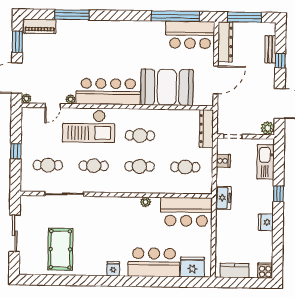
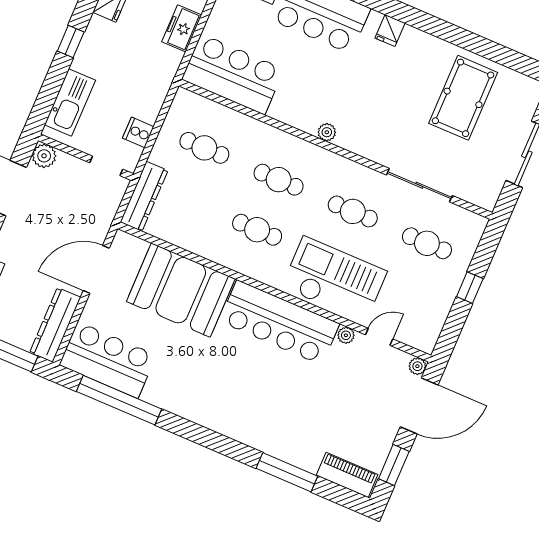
freezer: (223, 198) -> (182, 28), moved
plant: (146, 202) -> (327, 132), moved

